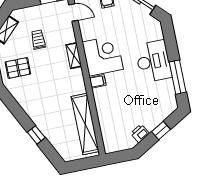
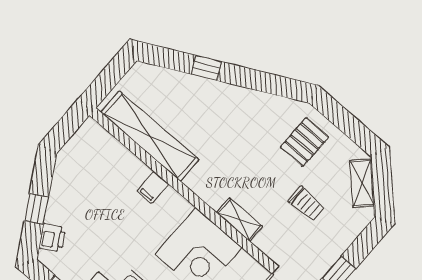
filing cabinet: (98, 81) -> (153, 187), moved
printer: (140, 133) -> (52, 238), moved

